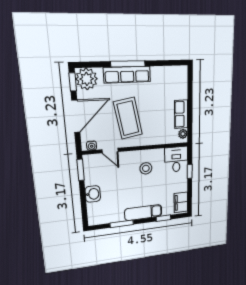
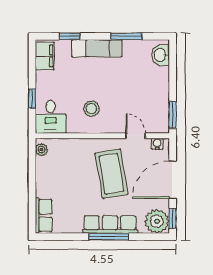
row of seats: (181, 114) -> (44, 216), moved
washbasin: (93, 194) -> (160, 55), moved

